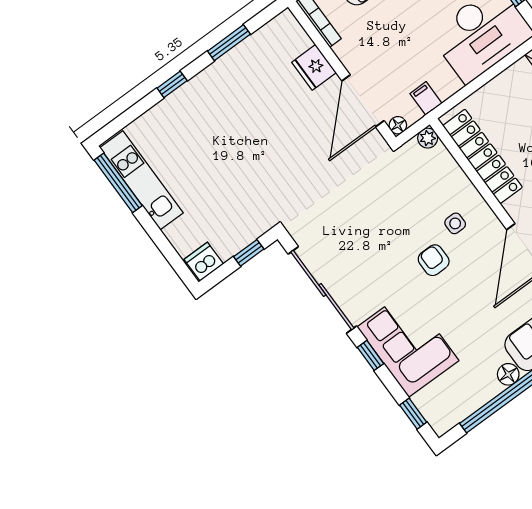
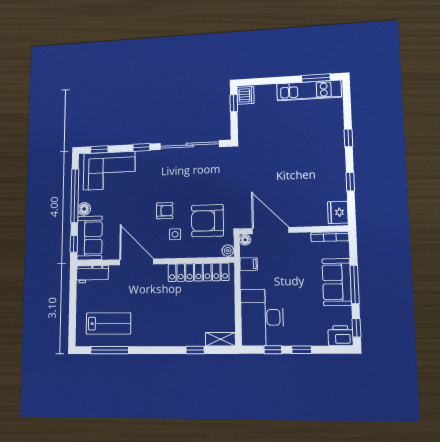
window: (229, 43) -> (350, 182), width x0.67
fridge: (314, 67) -> (338, 212), moved, turned -90
window: (118, 183) -> (316, 78), width x0.69
armchair: (407, 193) -> (207, 221), added
window: (249, 253) -> (234, 103), moved
corner sofa: (408, 344) -> (109, 171), moved

